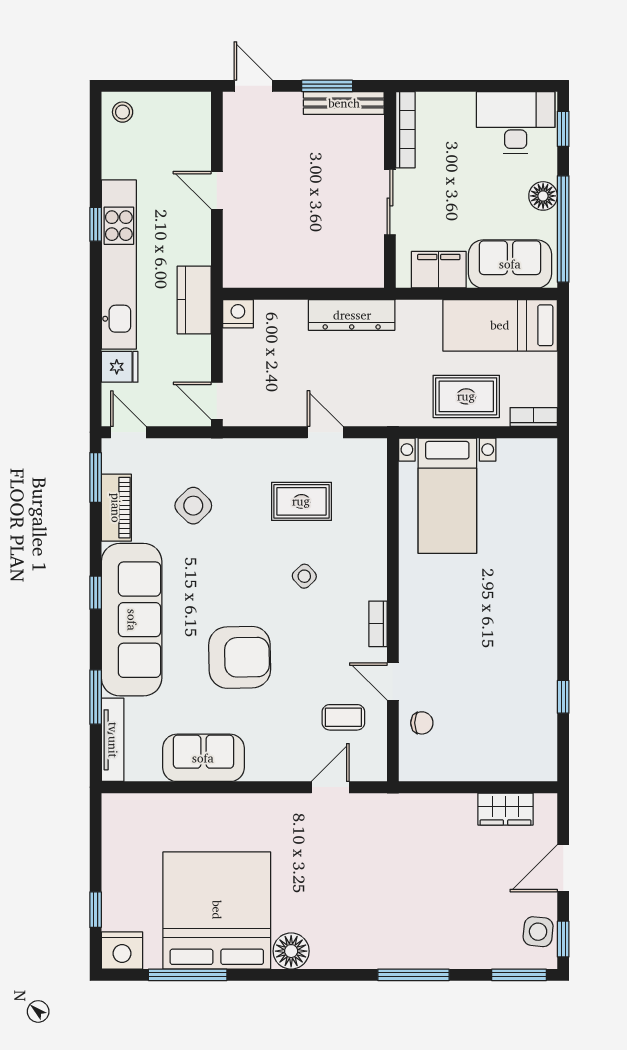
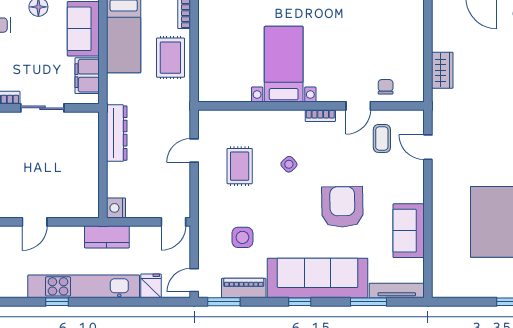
bed with nightstands: (447, 496) -> (284, 64), moved, turned -90
side table: (193, 506) -> (242, 237), turned 45
wardrobe: (506, 809) -> (442, 70), moved

